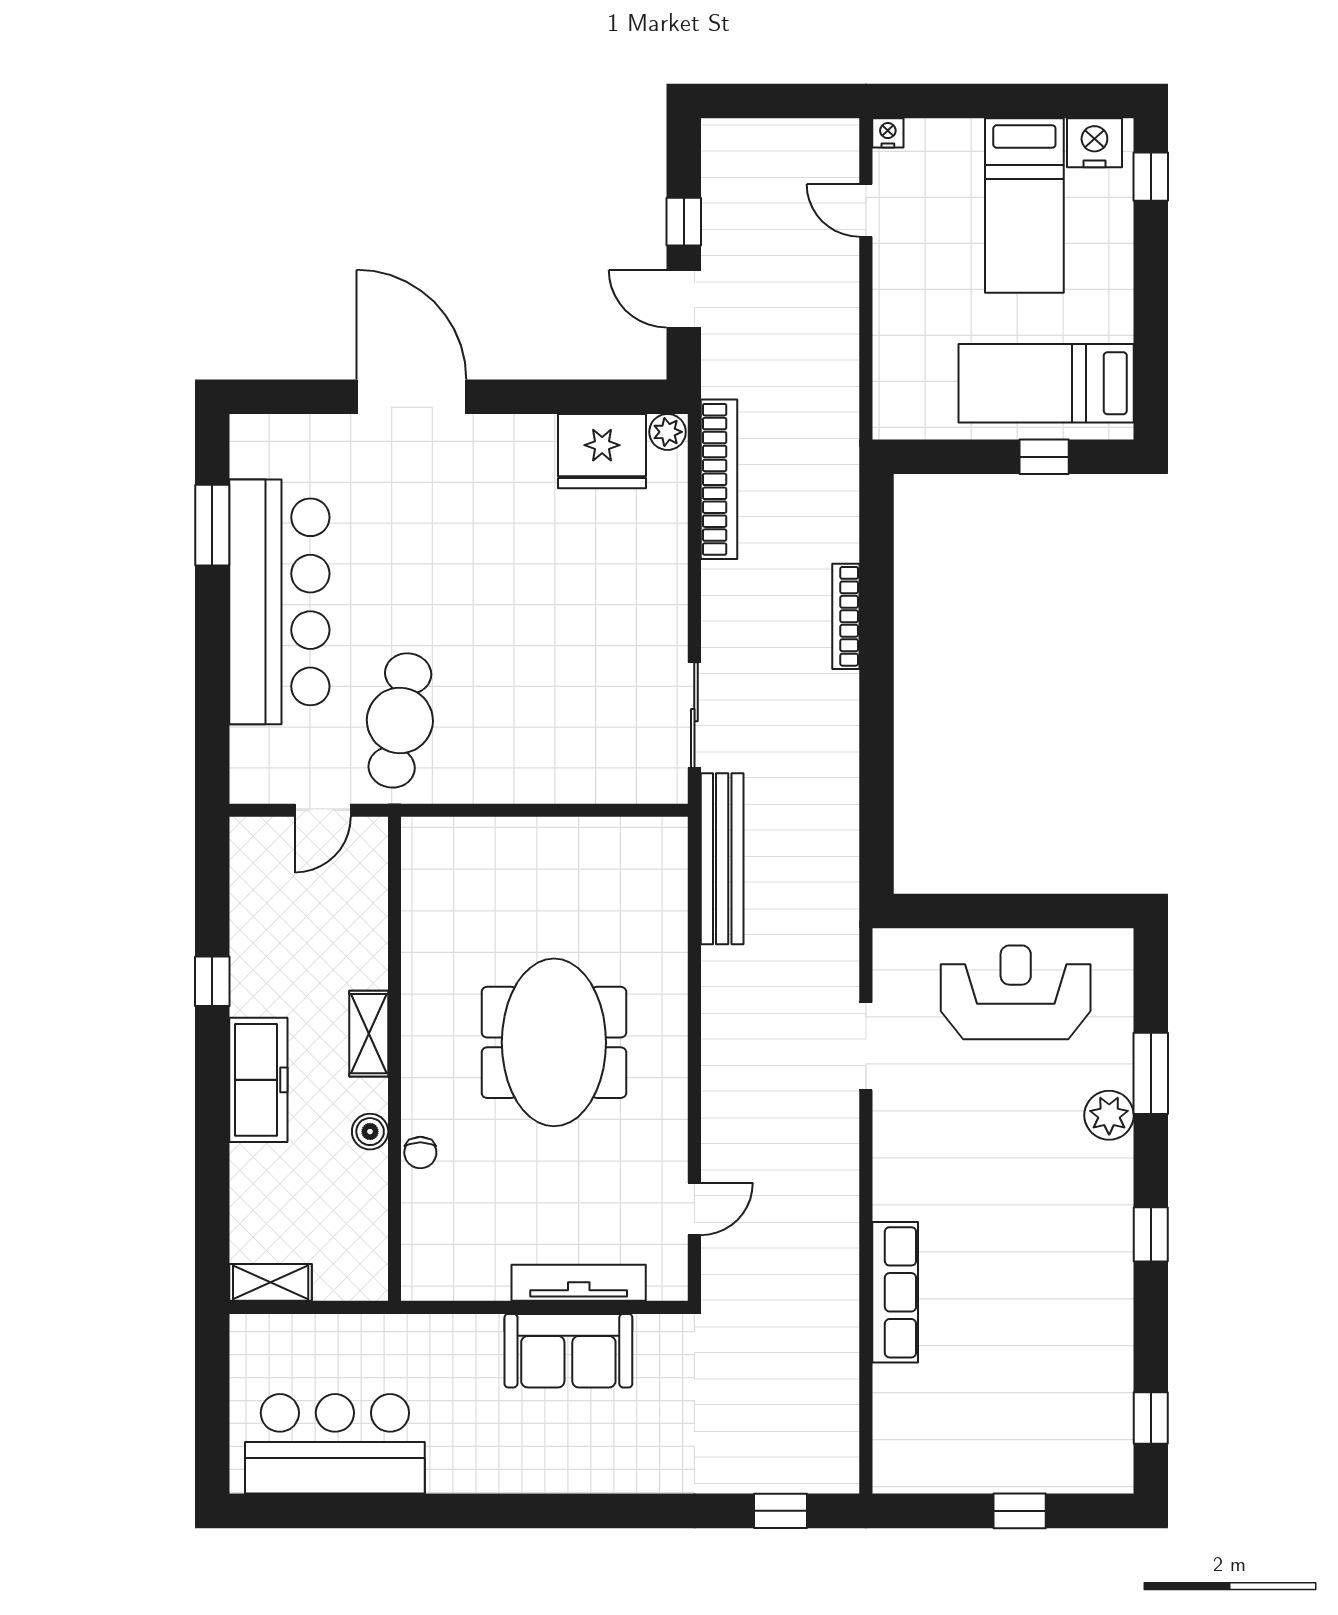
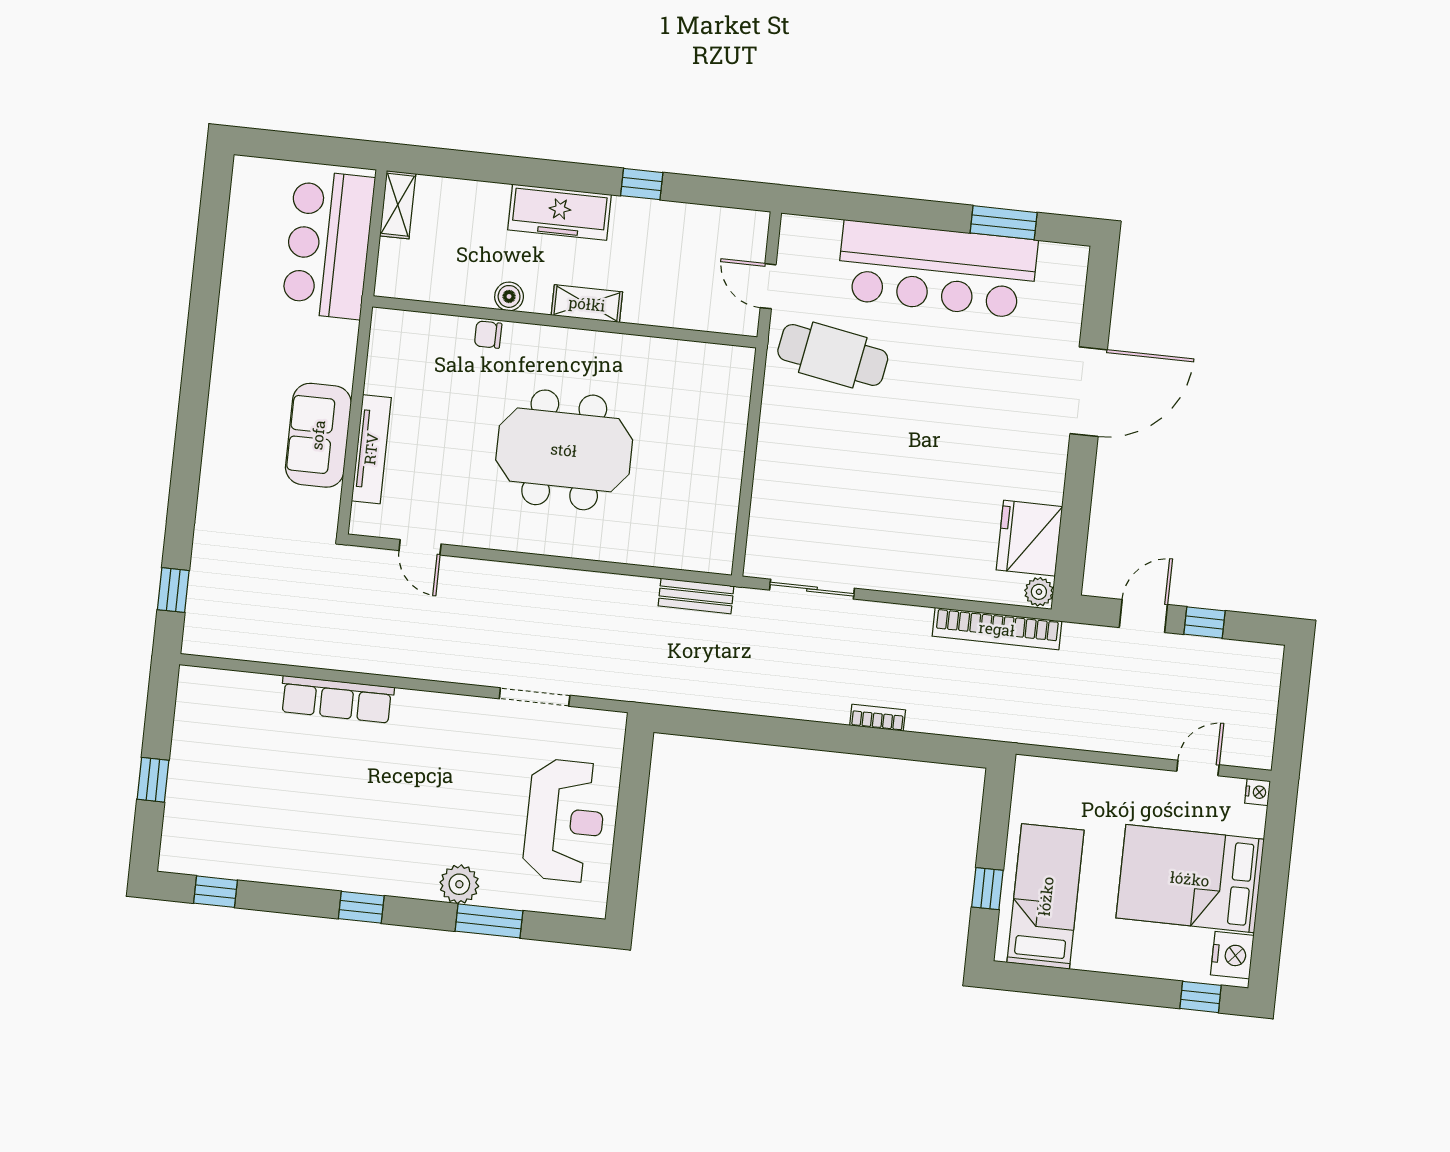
bed: (1024, 205) -> (1190, 879), width x1.50
bookcase: (846, 616) -> (878, 718), width x0.64
bench: (722, 859) -> (696, 596), width x0.54, depth x0.82
bar counter: (335, 1444) -> (328, 245), moved, turned 180

